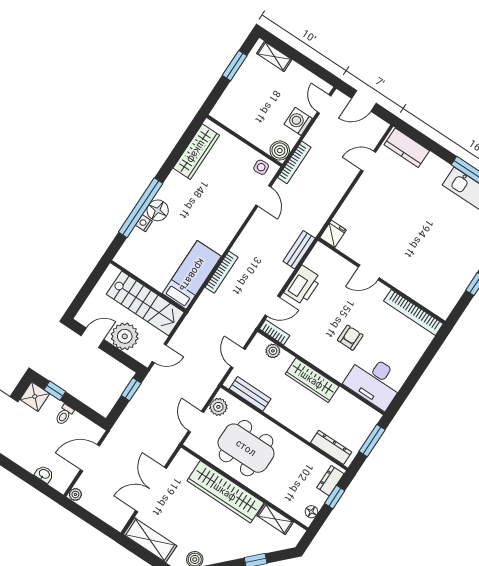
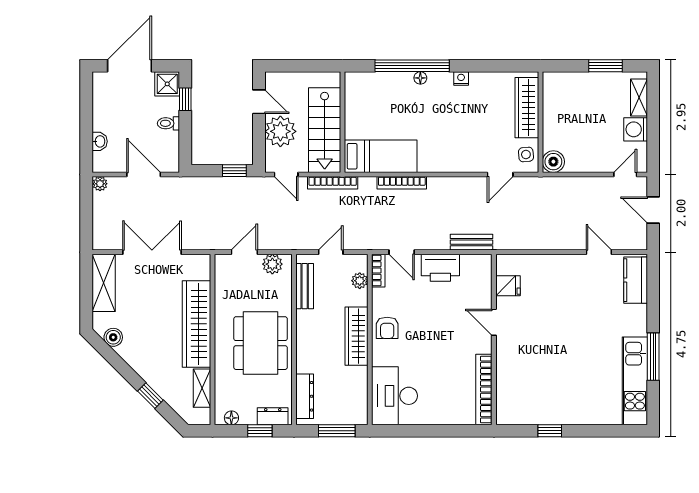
washing machine: (298, 121) -> (636, 129), moved, turned -90
wardrobe: (196, 152) -> (527, 108), moved, turned 90
bookcase: (294, 162) -> (333, 183), moved
floor lamp: (158, 210) -> (420, 78), width x0.53, depth x0.53
nightstand: (144, 223) -> (461, 78), moved
fridge: (333, 234) -> (508, 286), moved
armchair: (350, 338) -> (387, 328), moved, turned 90
dining table: (246, 448) -> (261, 343), moved

